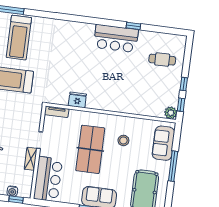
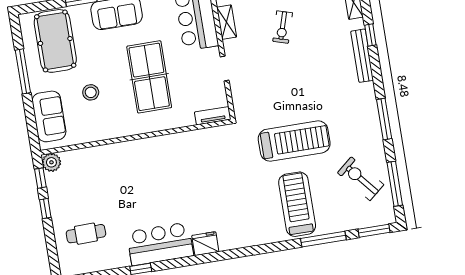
fridge: (77, 100) -> (205, 244), moved, turned 180
stool: (123, 140) -> (91, 92), moved
shelving: (31, 159) -> (227, 22), moved
window: (173, 166) -> (23, 71), moved

